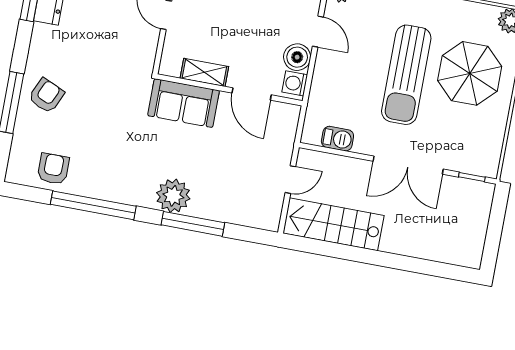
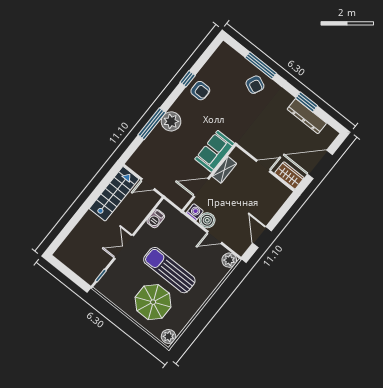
double door: (408, 165) -> (124, 247), width x0.73
armchair: (53, 169) -> (200, 91), moved
door: (290, 180) -> (148, 184), hinge flipped
window: (93, 205) -> (188, 79), width x0.32

